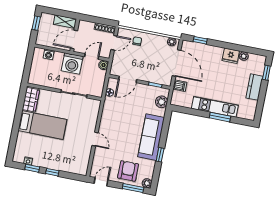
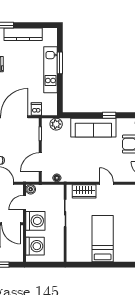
washing machine: (49, 54) -> (35, 246), width x1.89, depth x1.89
door: (92, 57) -> (25, 203), hinge flipped
door: (128, 79) -> (40, 162), swing flipped
kitchen counter: (254, 87) -> (23, 34), width x1.50
wardrobe: (31, 100) -> (84, 191), moved, turned 180
door: (95, 139) -> (106, 183), hinge flipped

